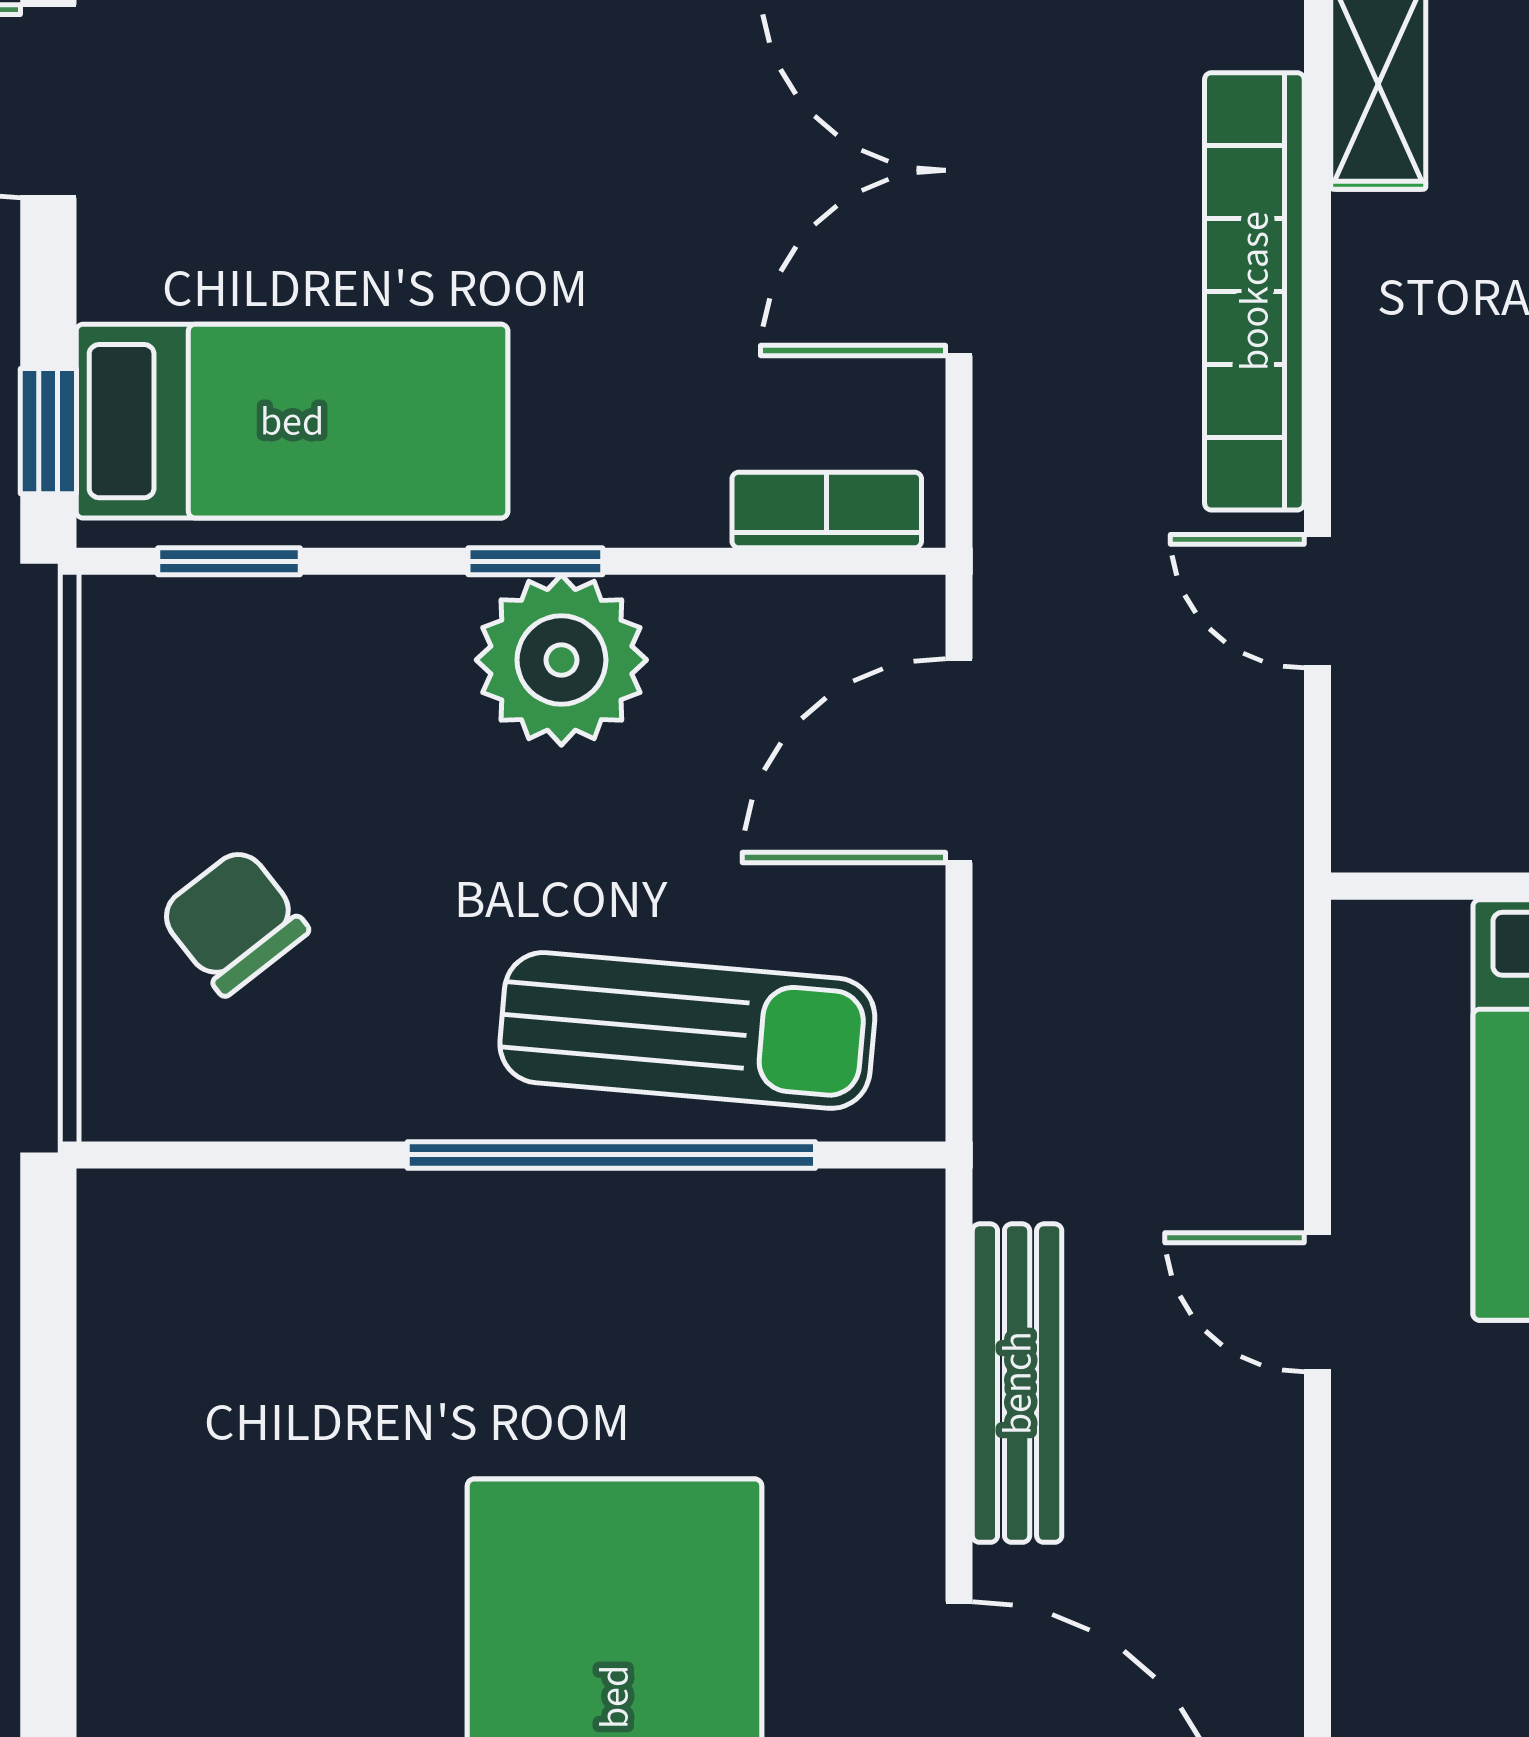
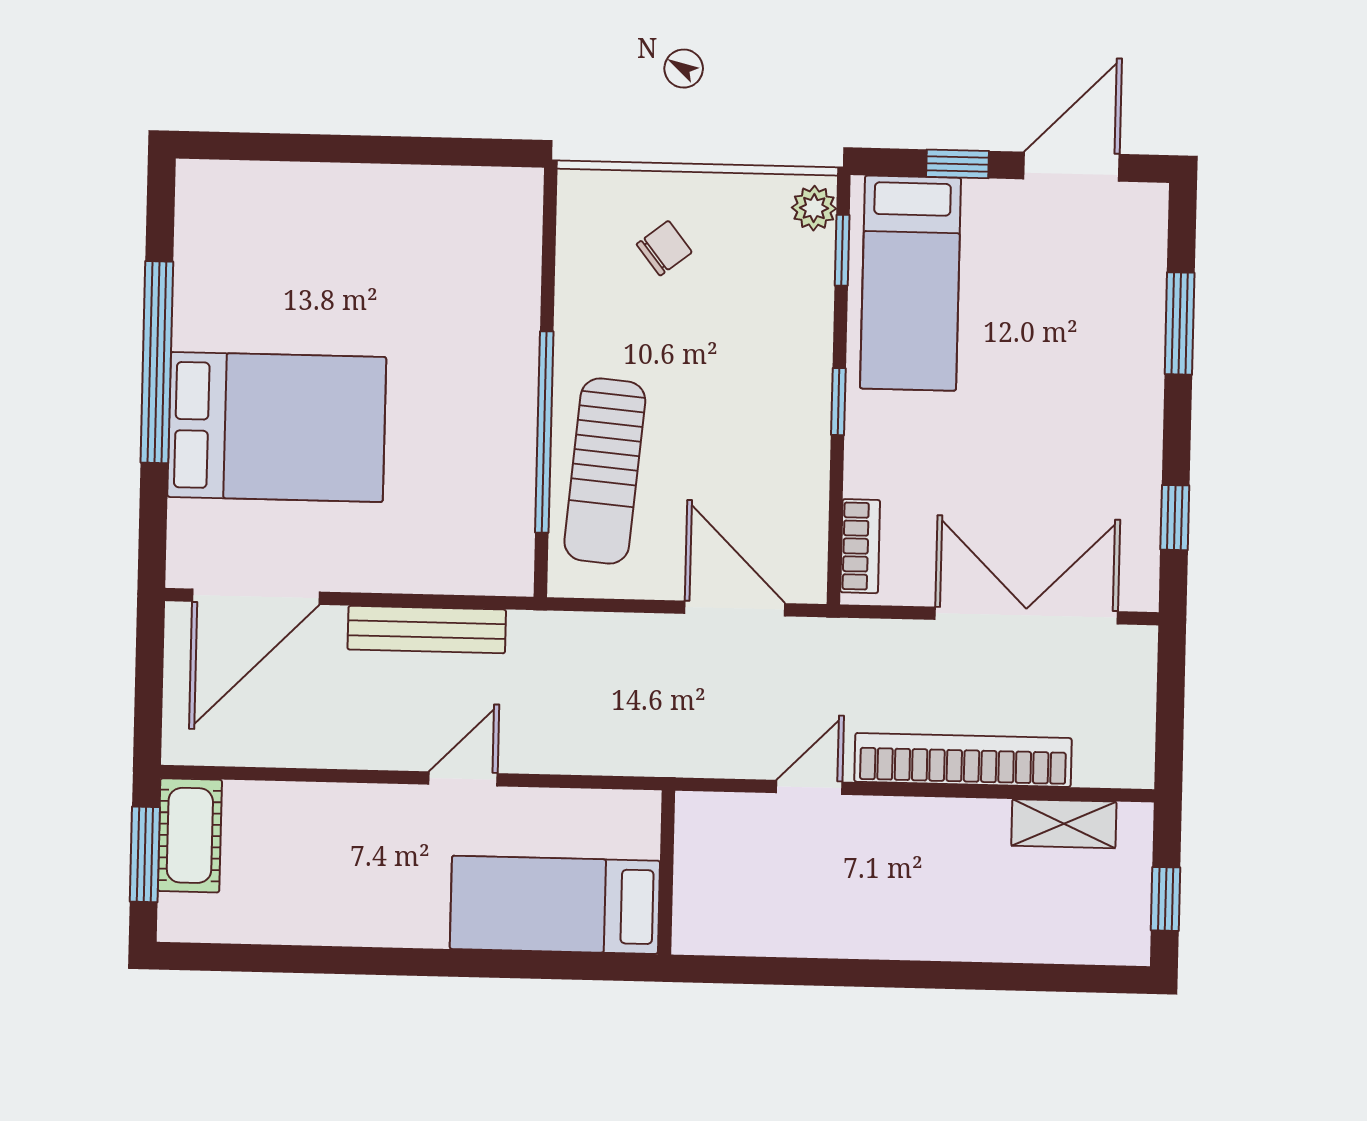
window: (48, 431) -> (958, 164), moved
plant: (561, 660) -> (814, 208), moved, width x0.53, depth x0.53
chair: (233, 921) -> (664, 248), width x0.73, depth x0.73

